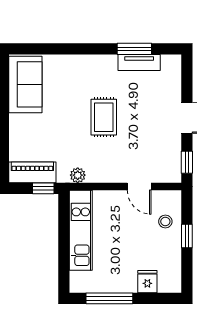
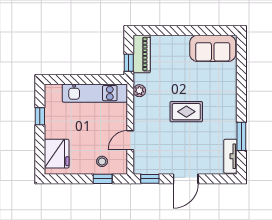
tv unit: (139, 63) -> (230, 156), moved
window: (187, 236) -> (103, 179), moved
fridge: (147, 282) -> (57, 154), width x1.88, depth x1.34
window: (109, 298) -> (40, 116), width x0.46

